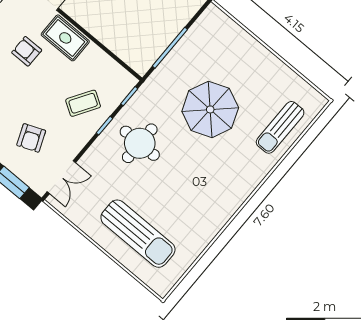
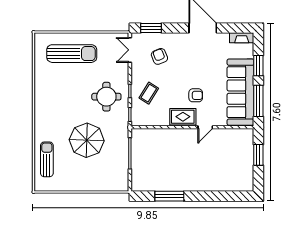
sun lounger: (138, 234) -> (72, 54), turned 180

